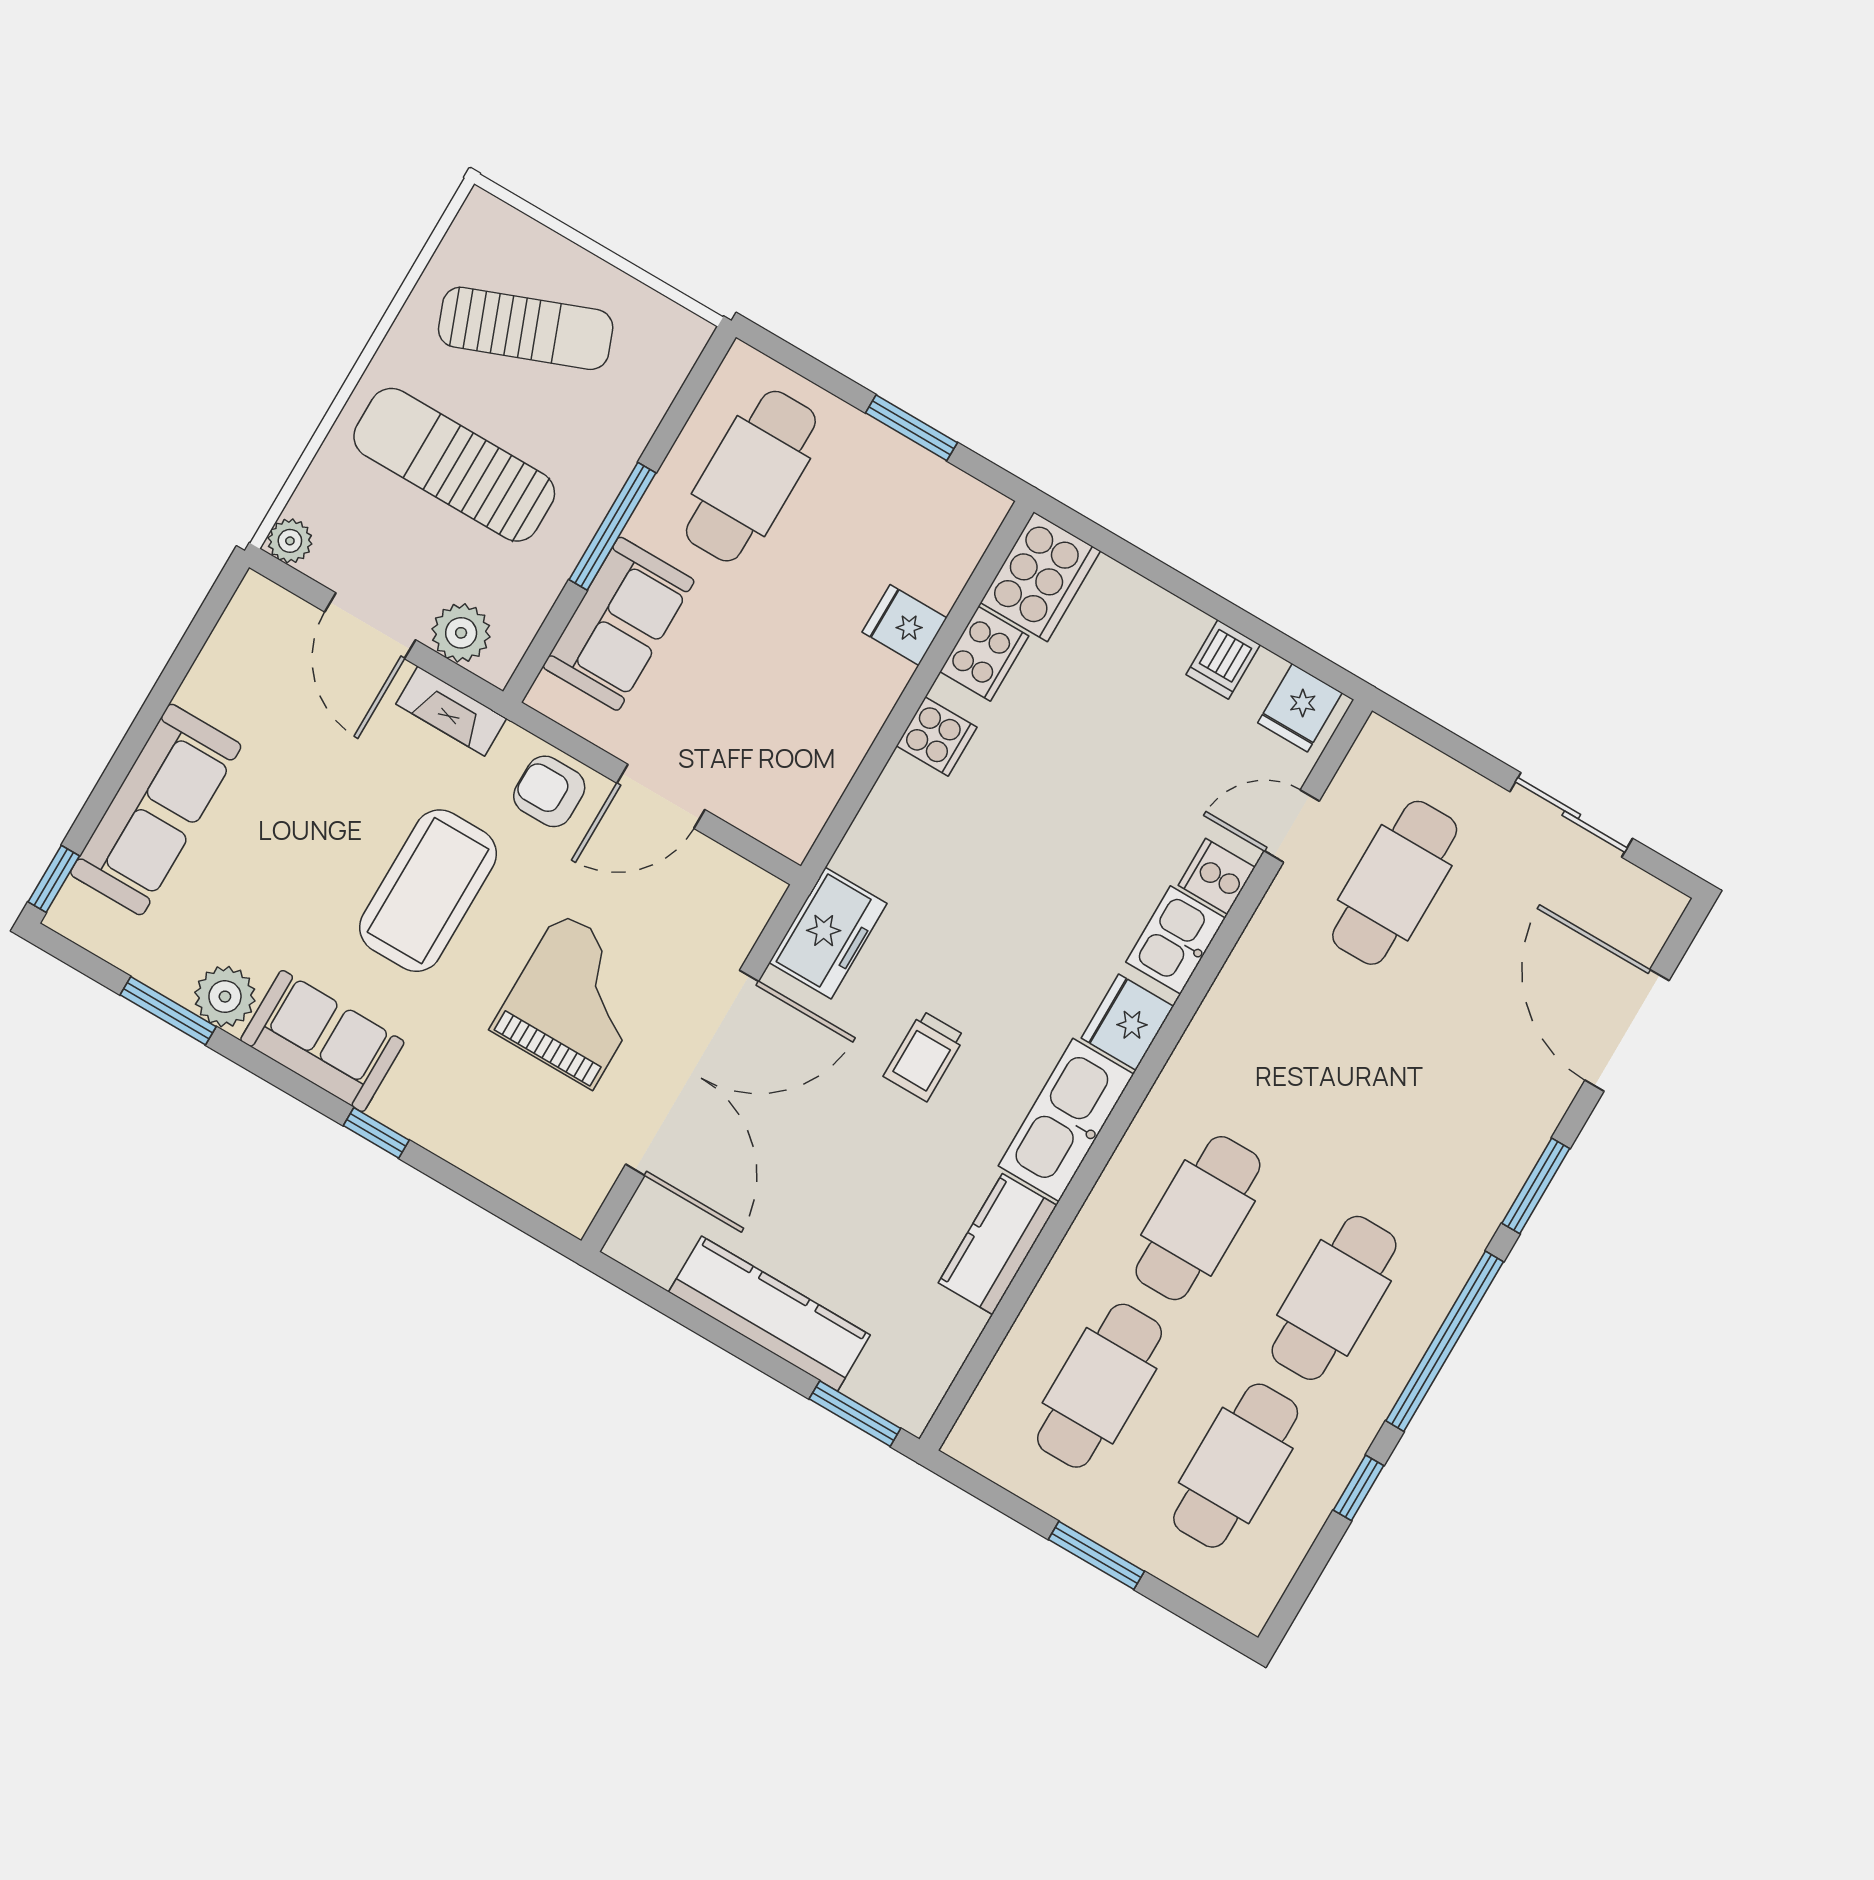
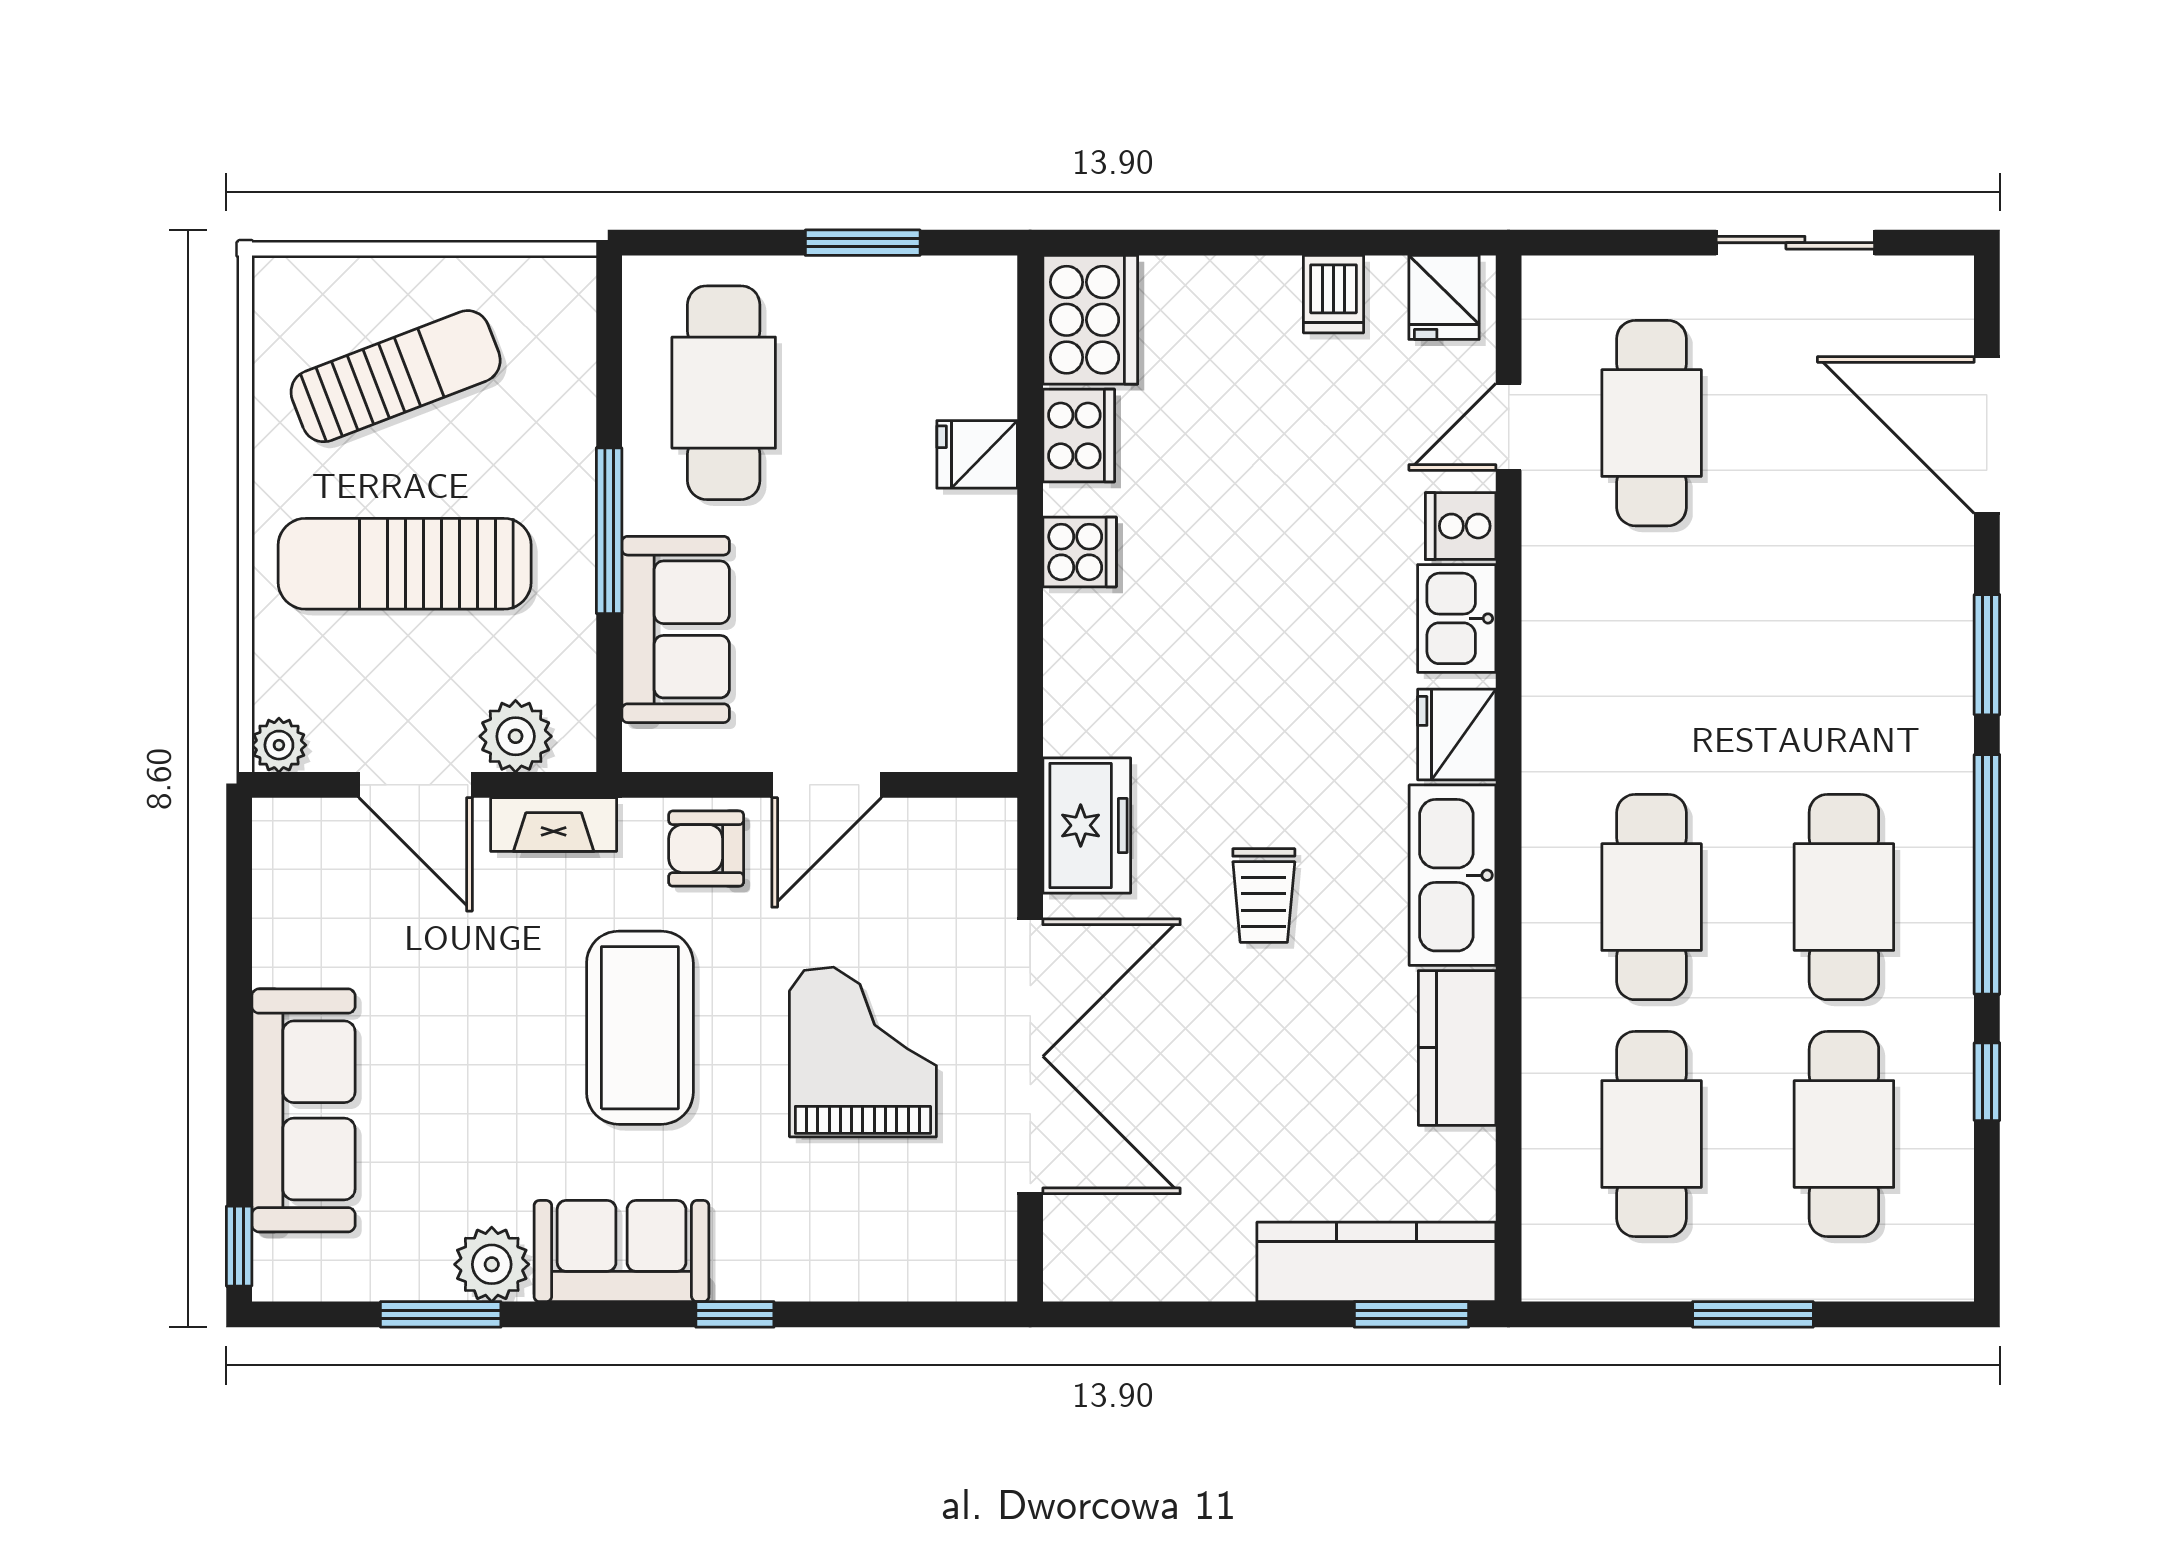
kitchen counter: (769, 1314) -> (1376, 1262), moved

